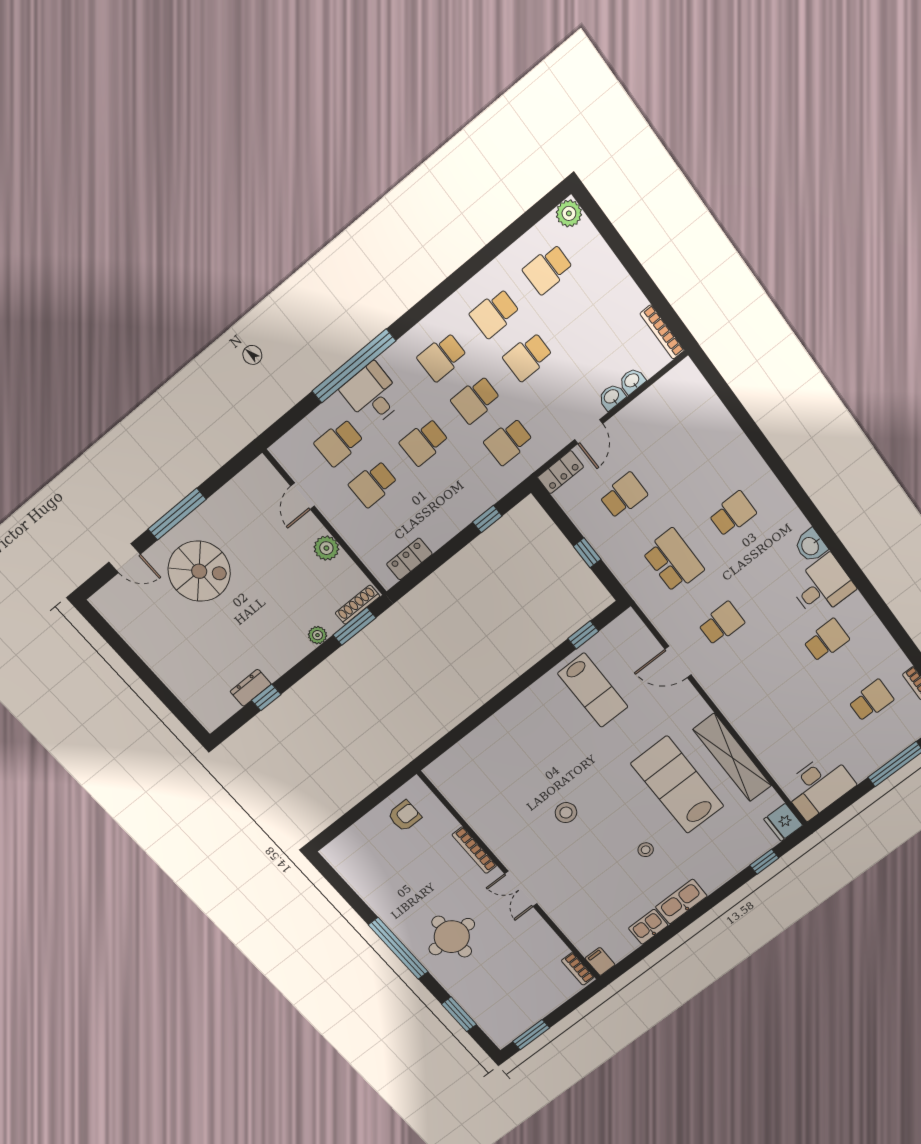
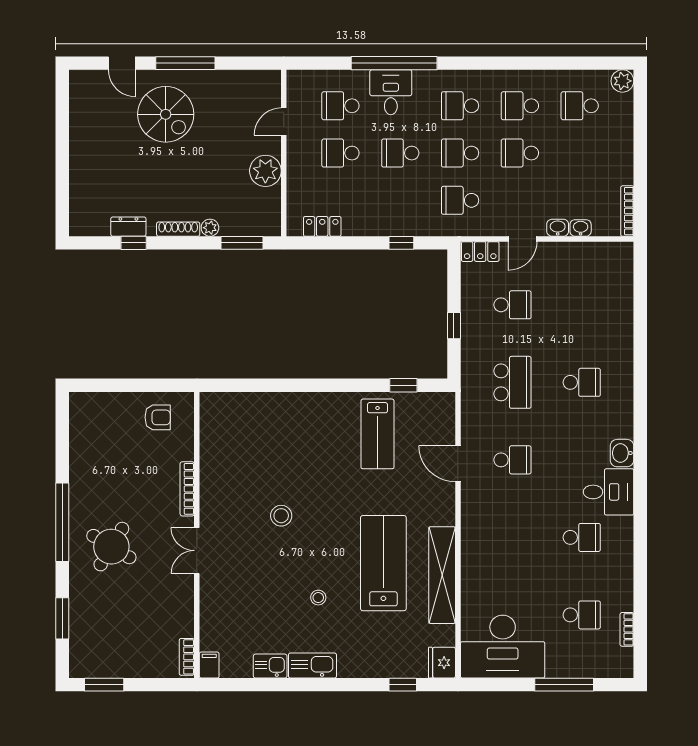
plant: (326, 548) -> (265, 171), width x1.36, depth x1.36
shoe rack: (358, 605) -> (178, 229), moved
desk: (819, 786) -> (503, 647), width x1.36, depth x1.30
round table: (452, 937) -> (111, 547), turned 31

